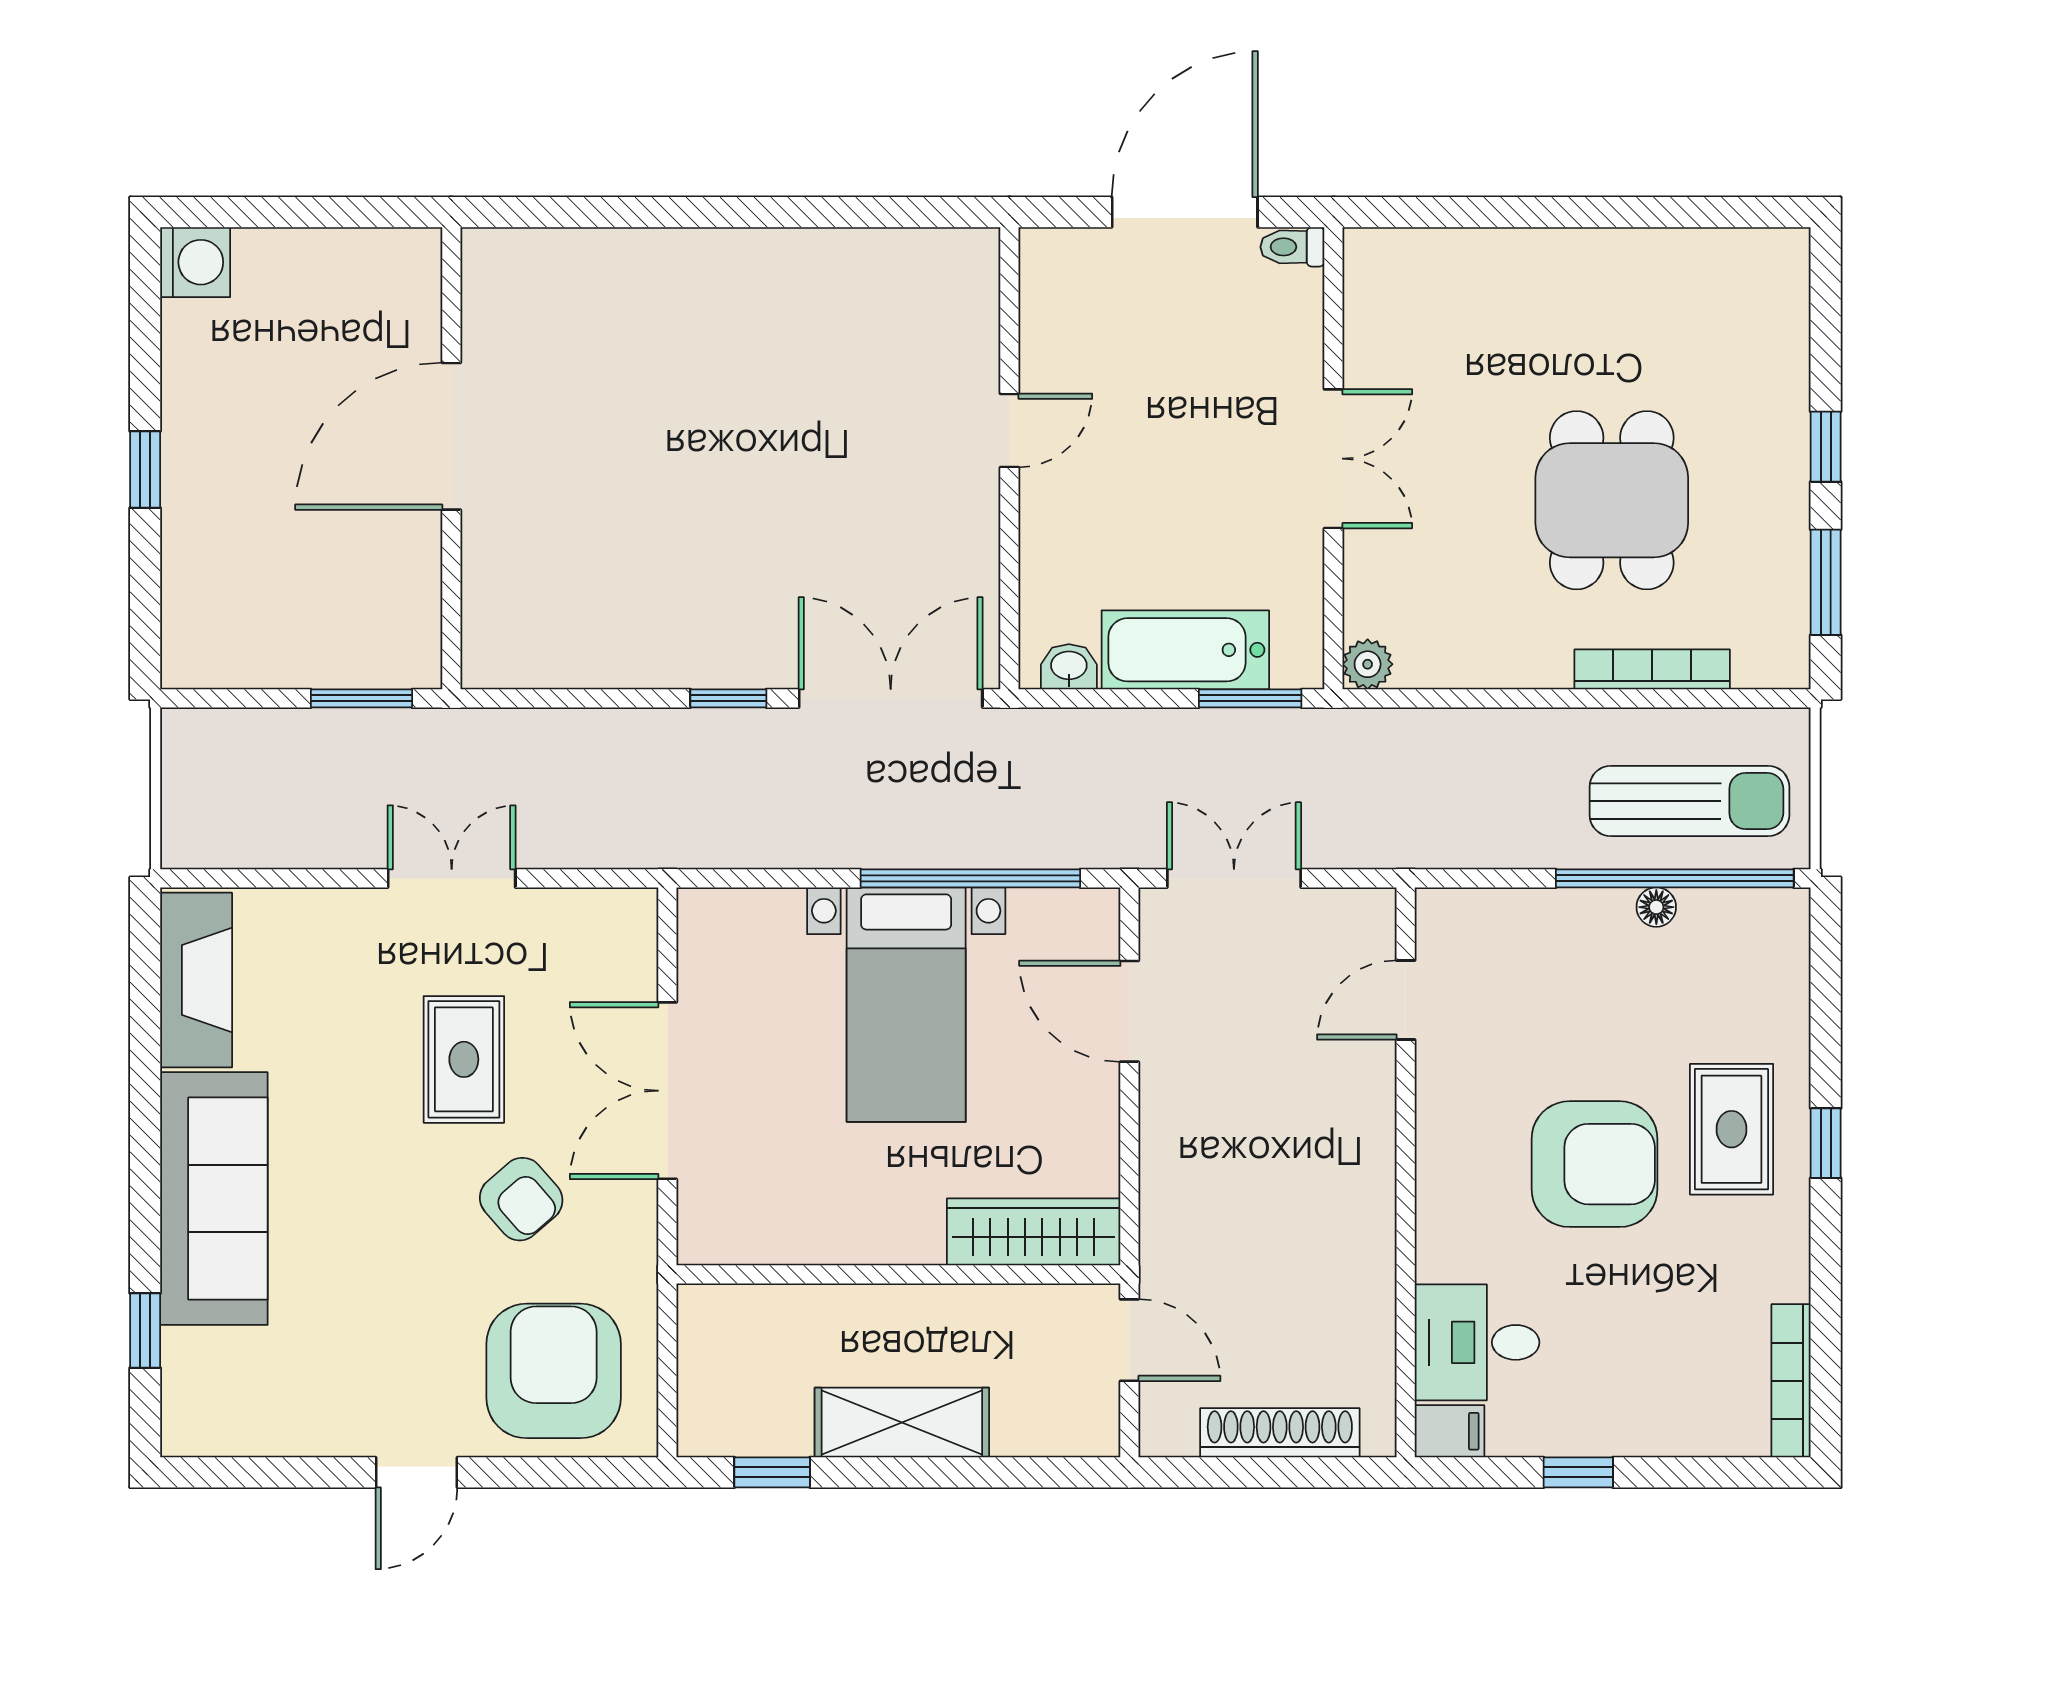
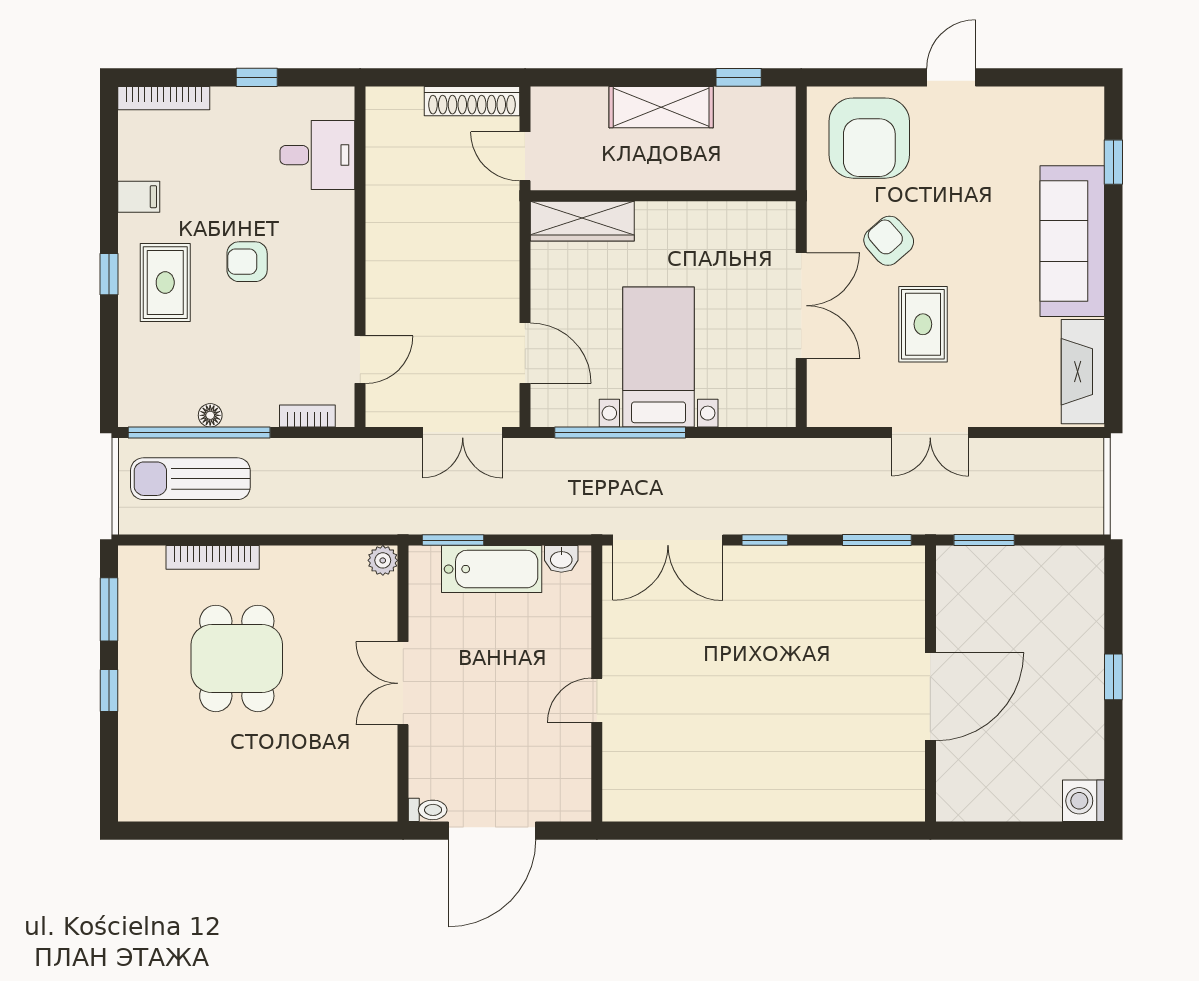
window: (541, 698) -> (877, 540), added
bookcase: (1494, 906) -> (307, 416), added
armchair: (1595, 1164) -> (247, 262), width x0.53, depth x0.53
bookcase: (1791, 1381) -> (164, 98), moved, turned 90
filing cabinet: (1449, 1431) -> (139, 197), moved, turned 180
shoe rack: (1280, 1433) -> (472, 101), moved

